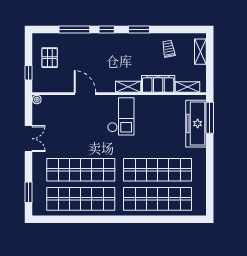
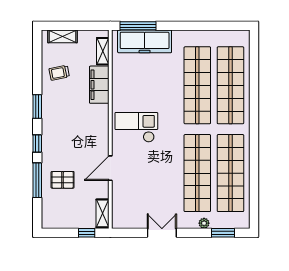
pallet: (50, 58) -> (63, 180), moved
shelving: (128, 87) -> (102, 213), moved
plant: (37, 99) -> (204, 223), moved

